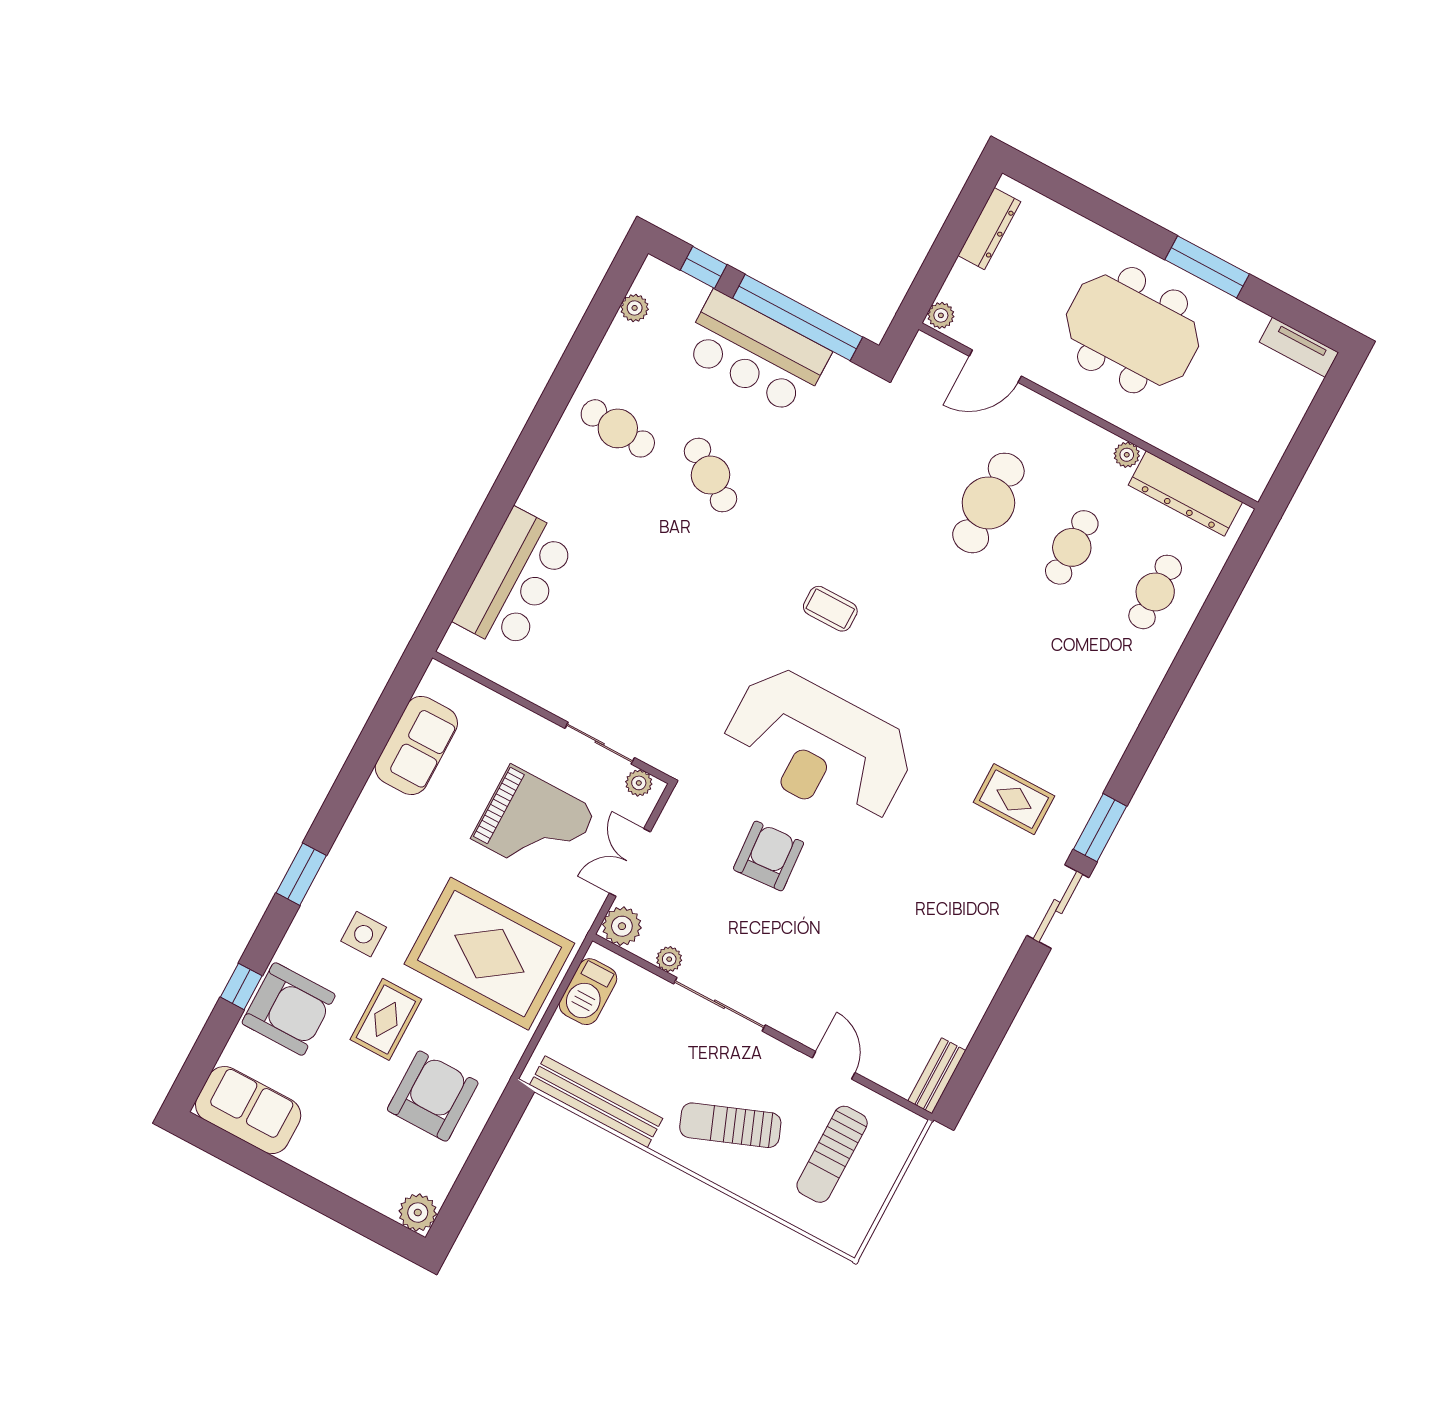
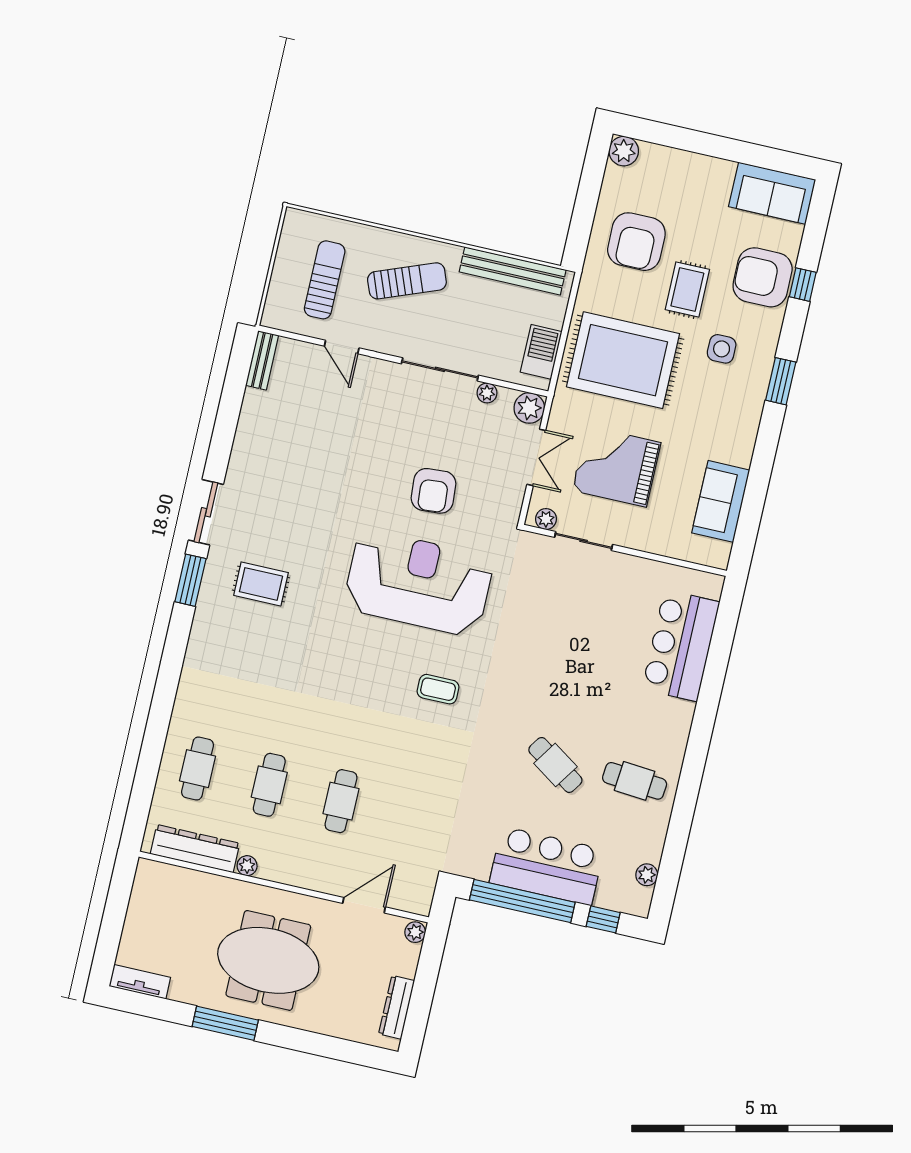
cafe table: (988, 503) -> (341, 801), width x0.73, depth x0.74

